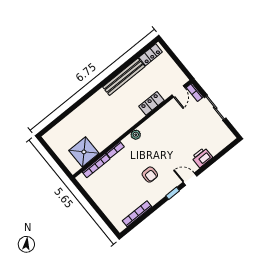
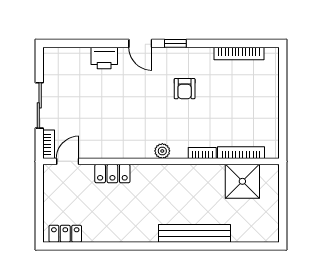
bench: (124, 77) -> (194, 233), moved
armchair: (150, 175) -> (185, 89), turned 180

